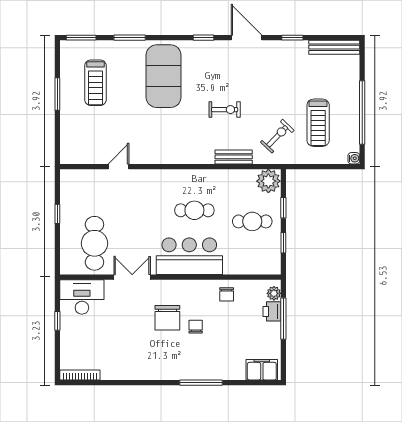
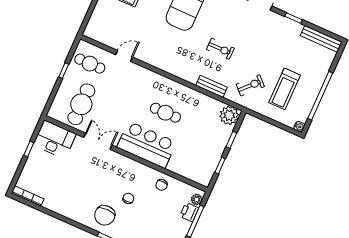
cafe table: (252, 221) -> (90, 64), moved
chair: (167, 318) -> (105, 215), moved

